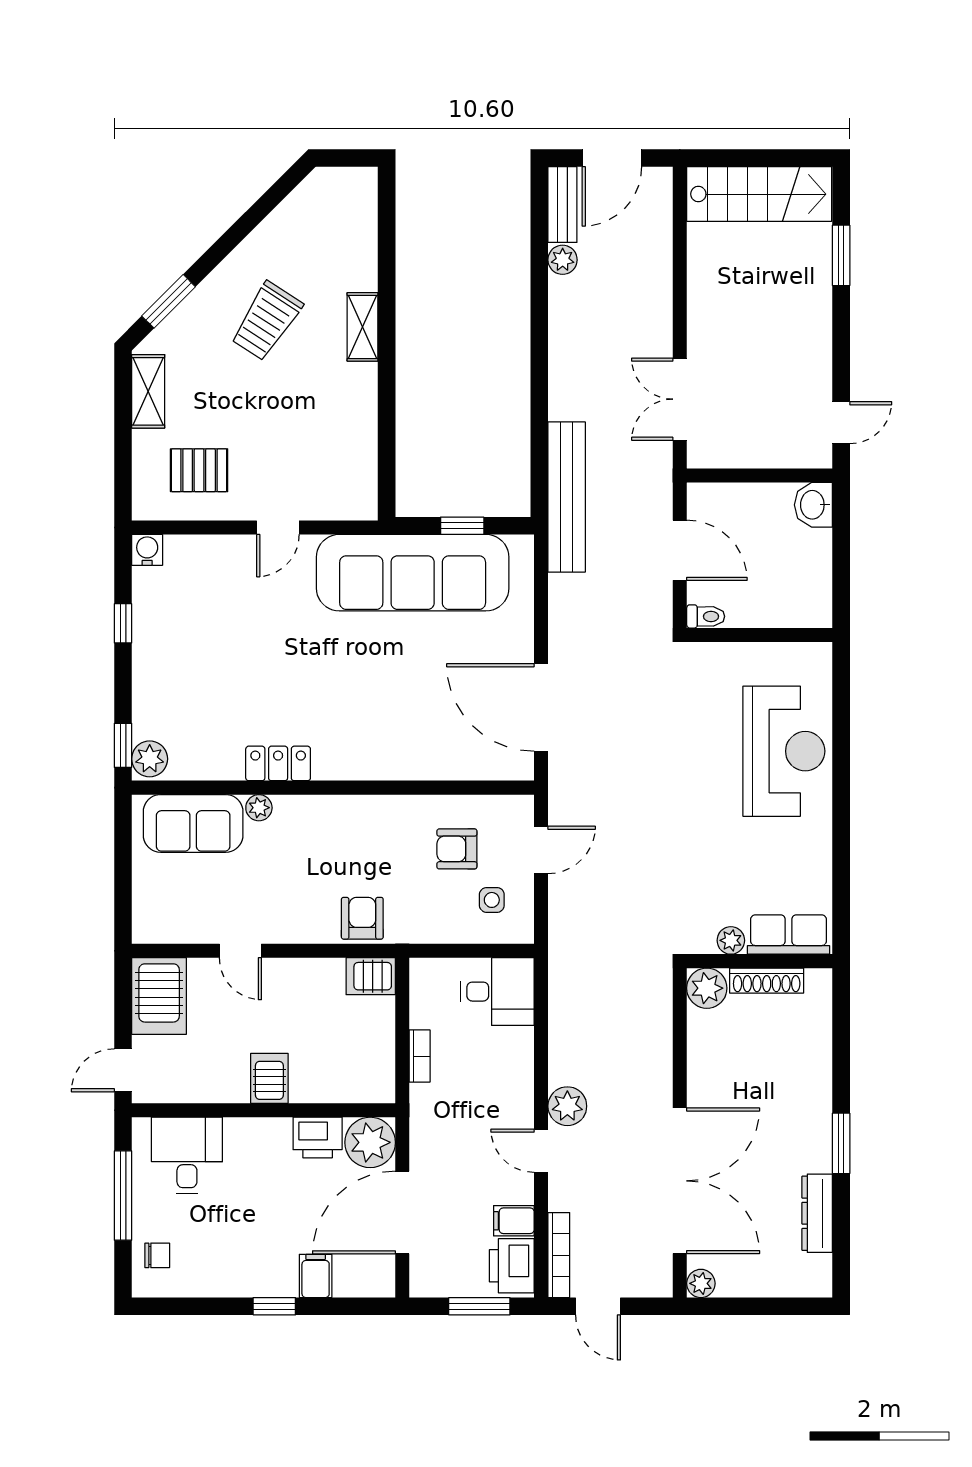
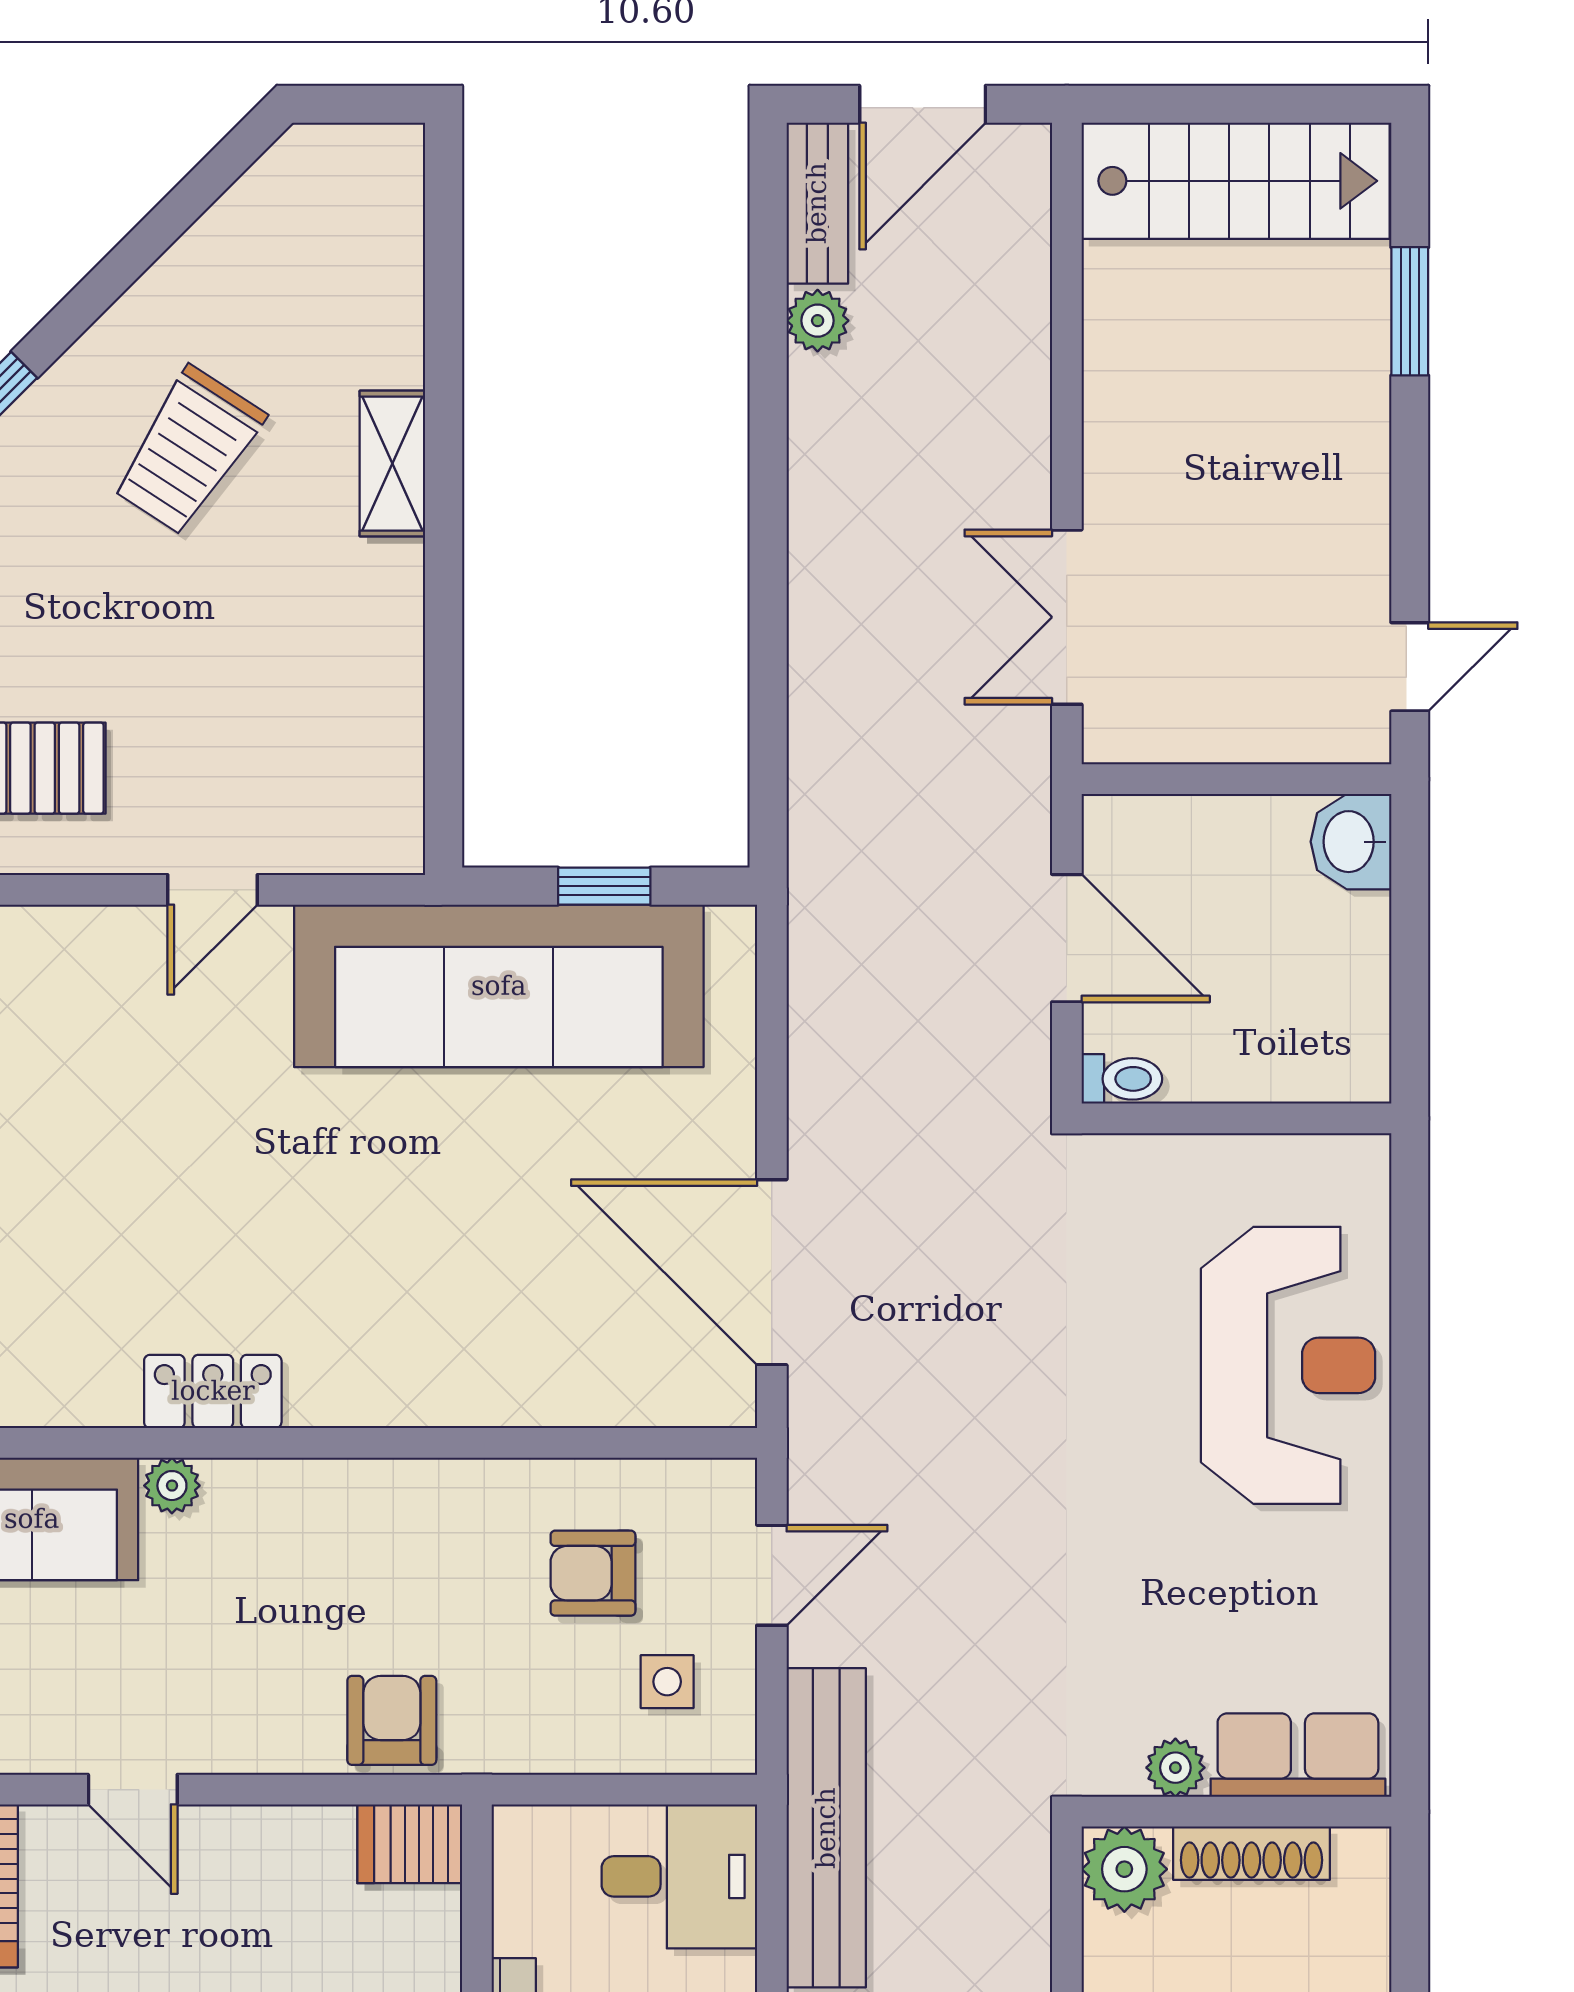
bench: (567, 497) -> (826, 1828), moved

